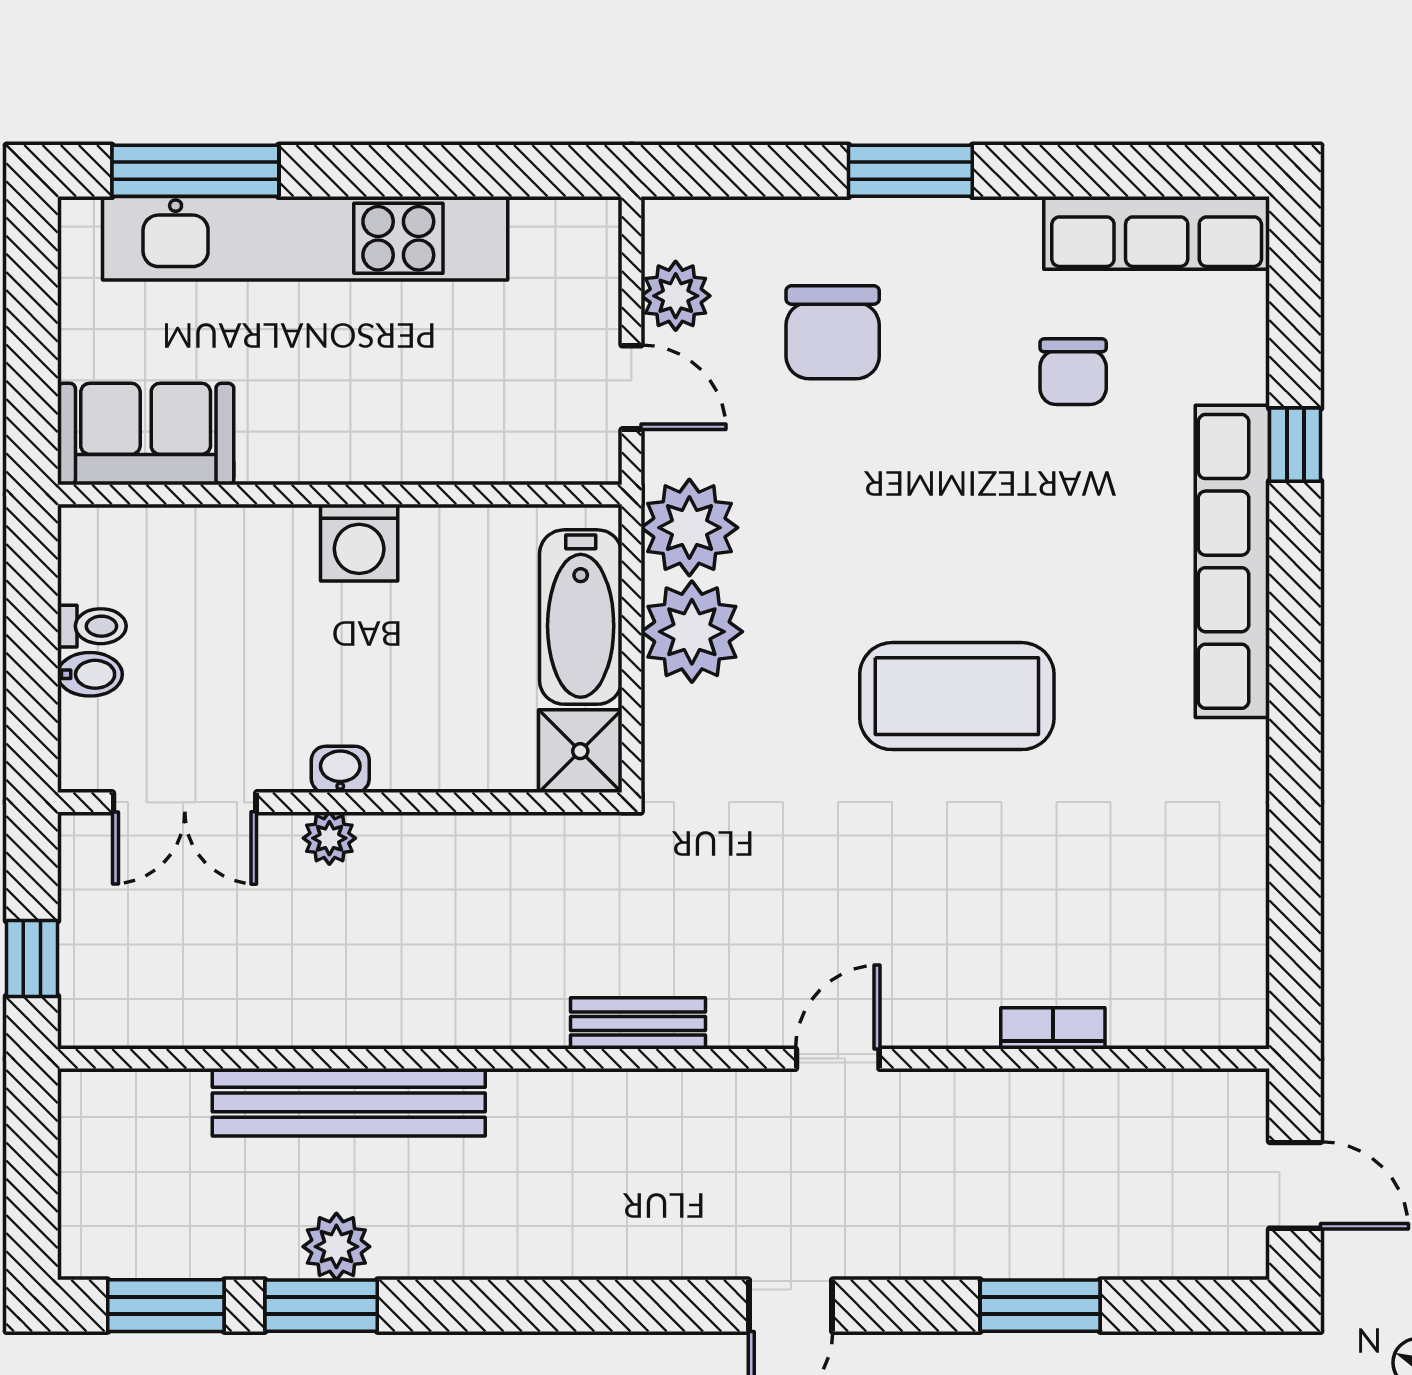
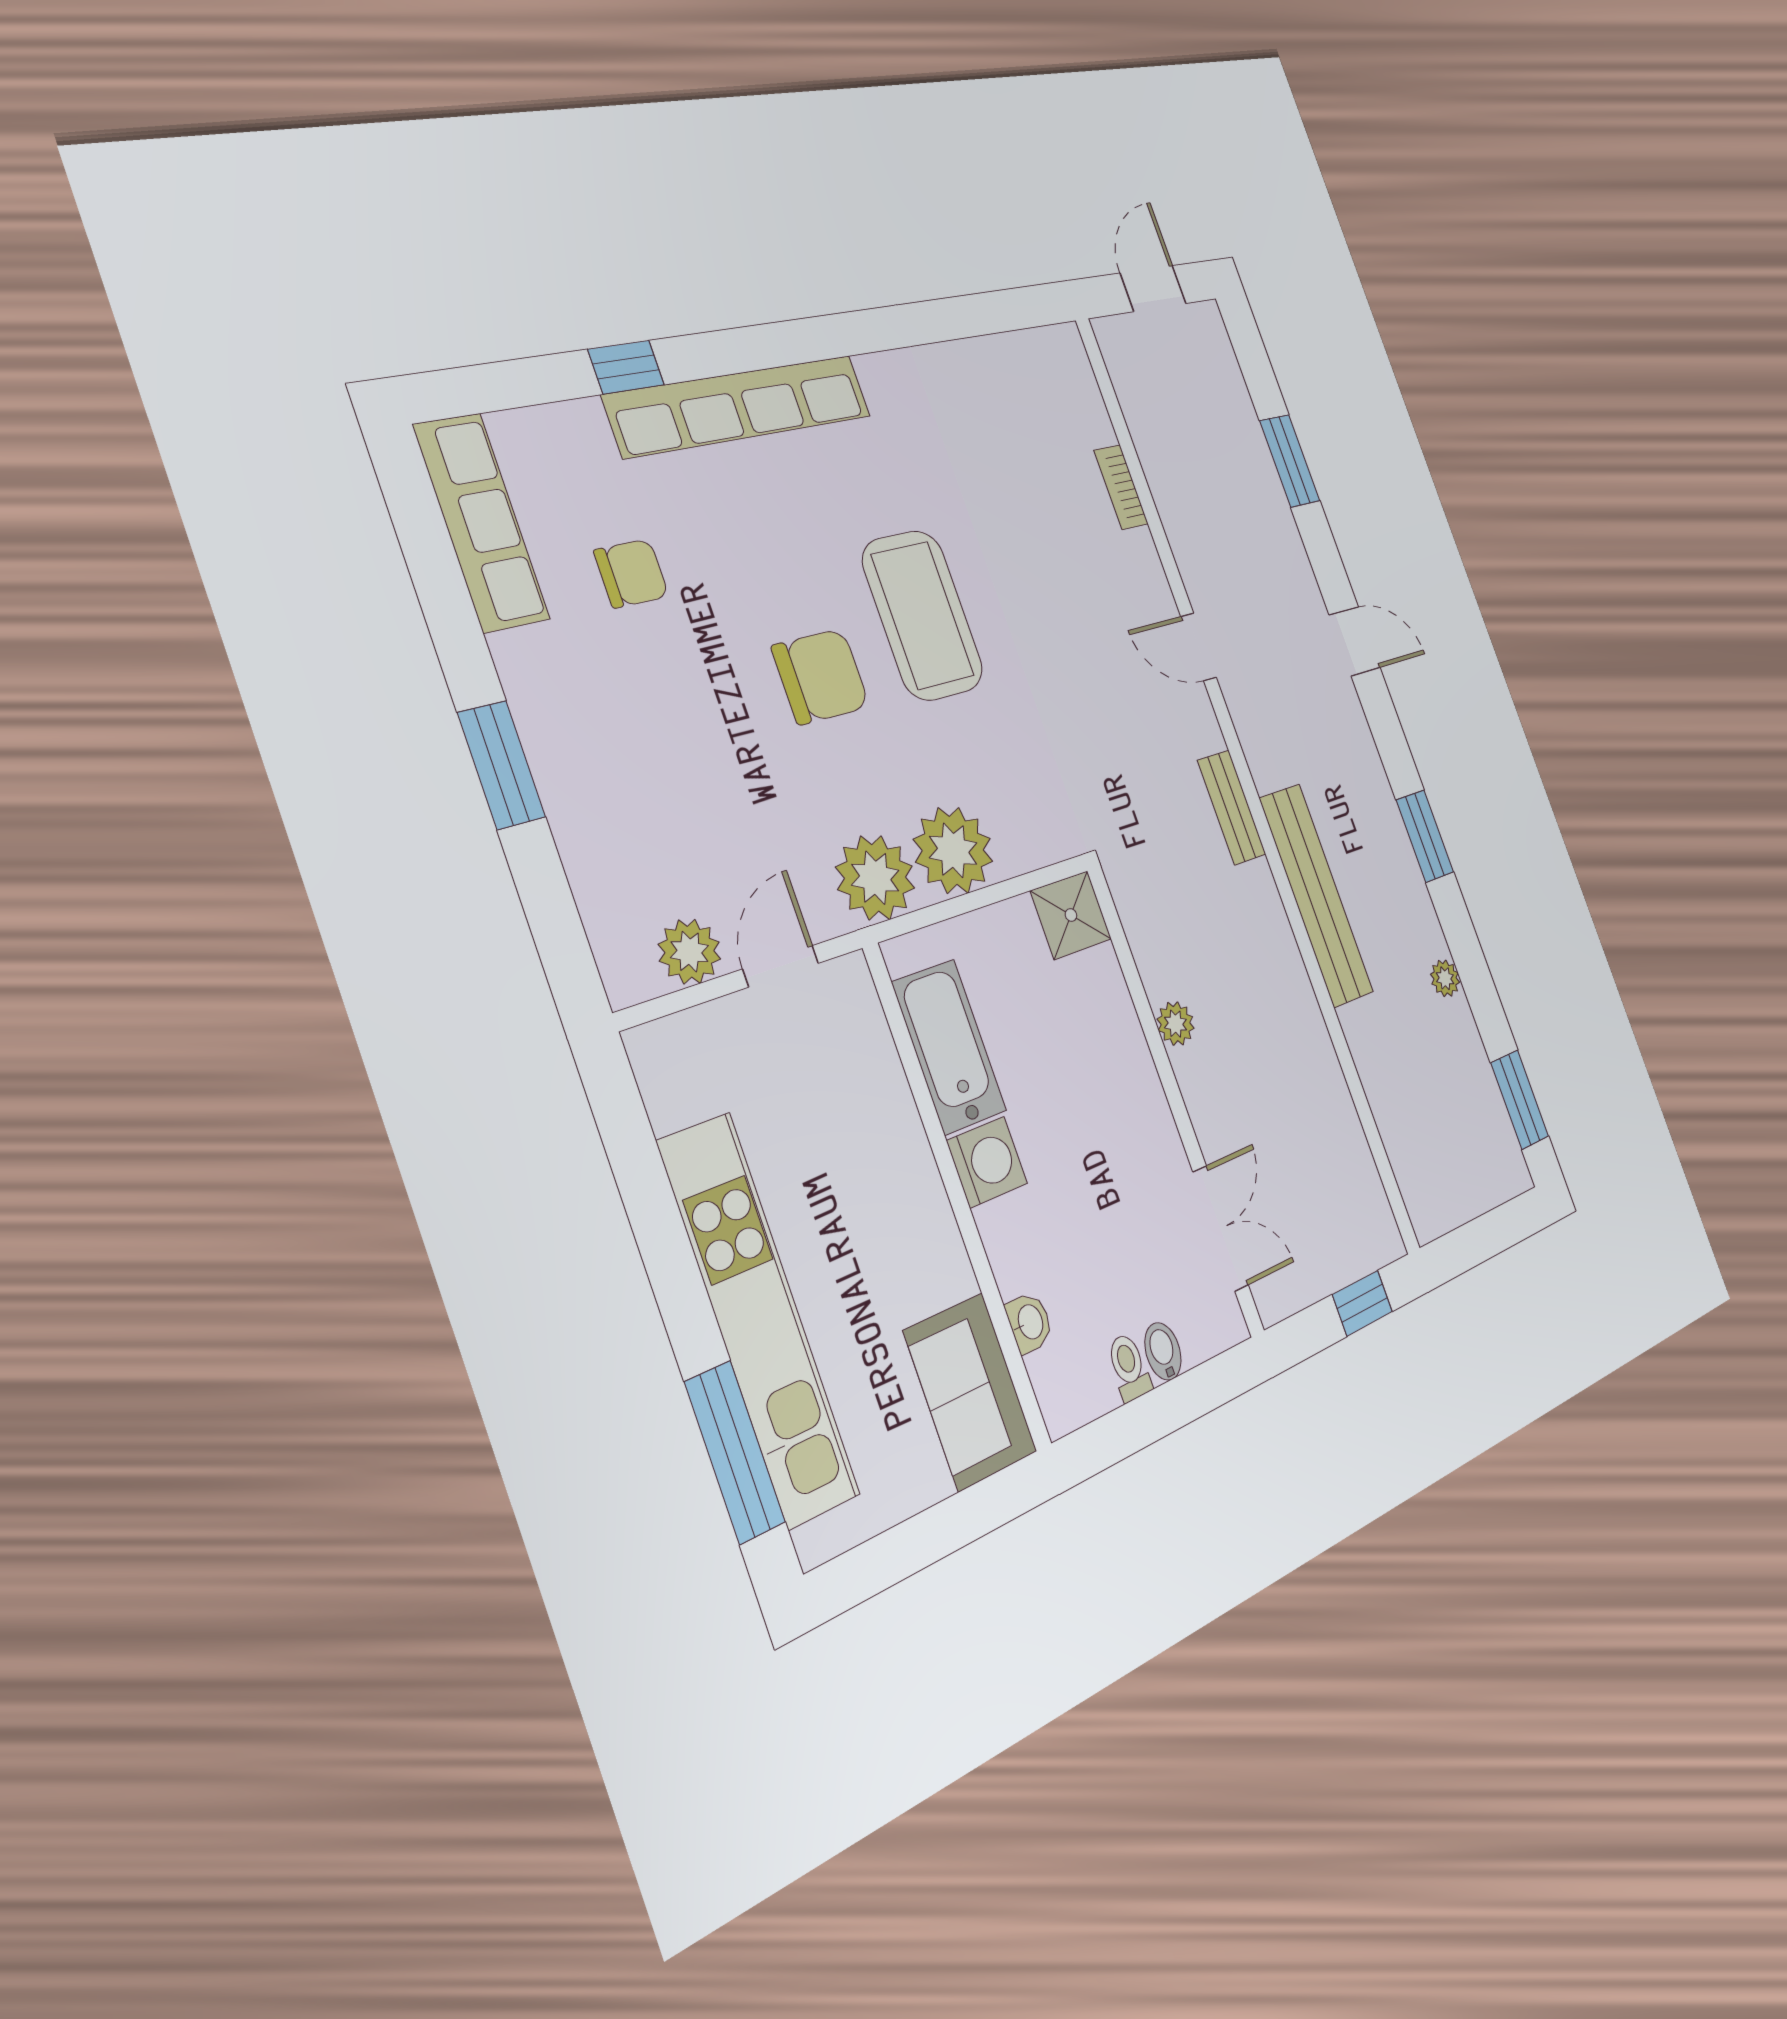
chair: (833, 332) -> (821, 676), moved
bathtub: (581, 617) -> (949, 1047), moved, turned -90
washbasin: (340, 769) -> (1030, 1322), moved, turned 180
plant: (329, 838) -> (1176, 1024), moved
bench: (349, 1102) -> (1316, 895), moved
plant: (336, 1247) -> (1445, 978), width x0.73, depth x0.73
window: (321, 1306) -> (1425, 836), moved

